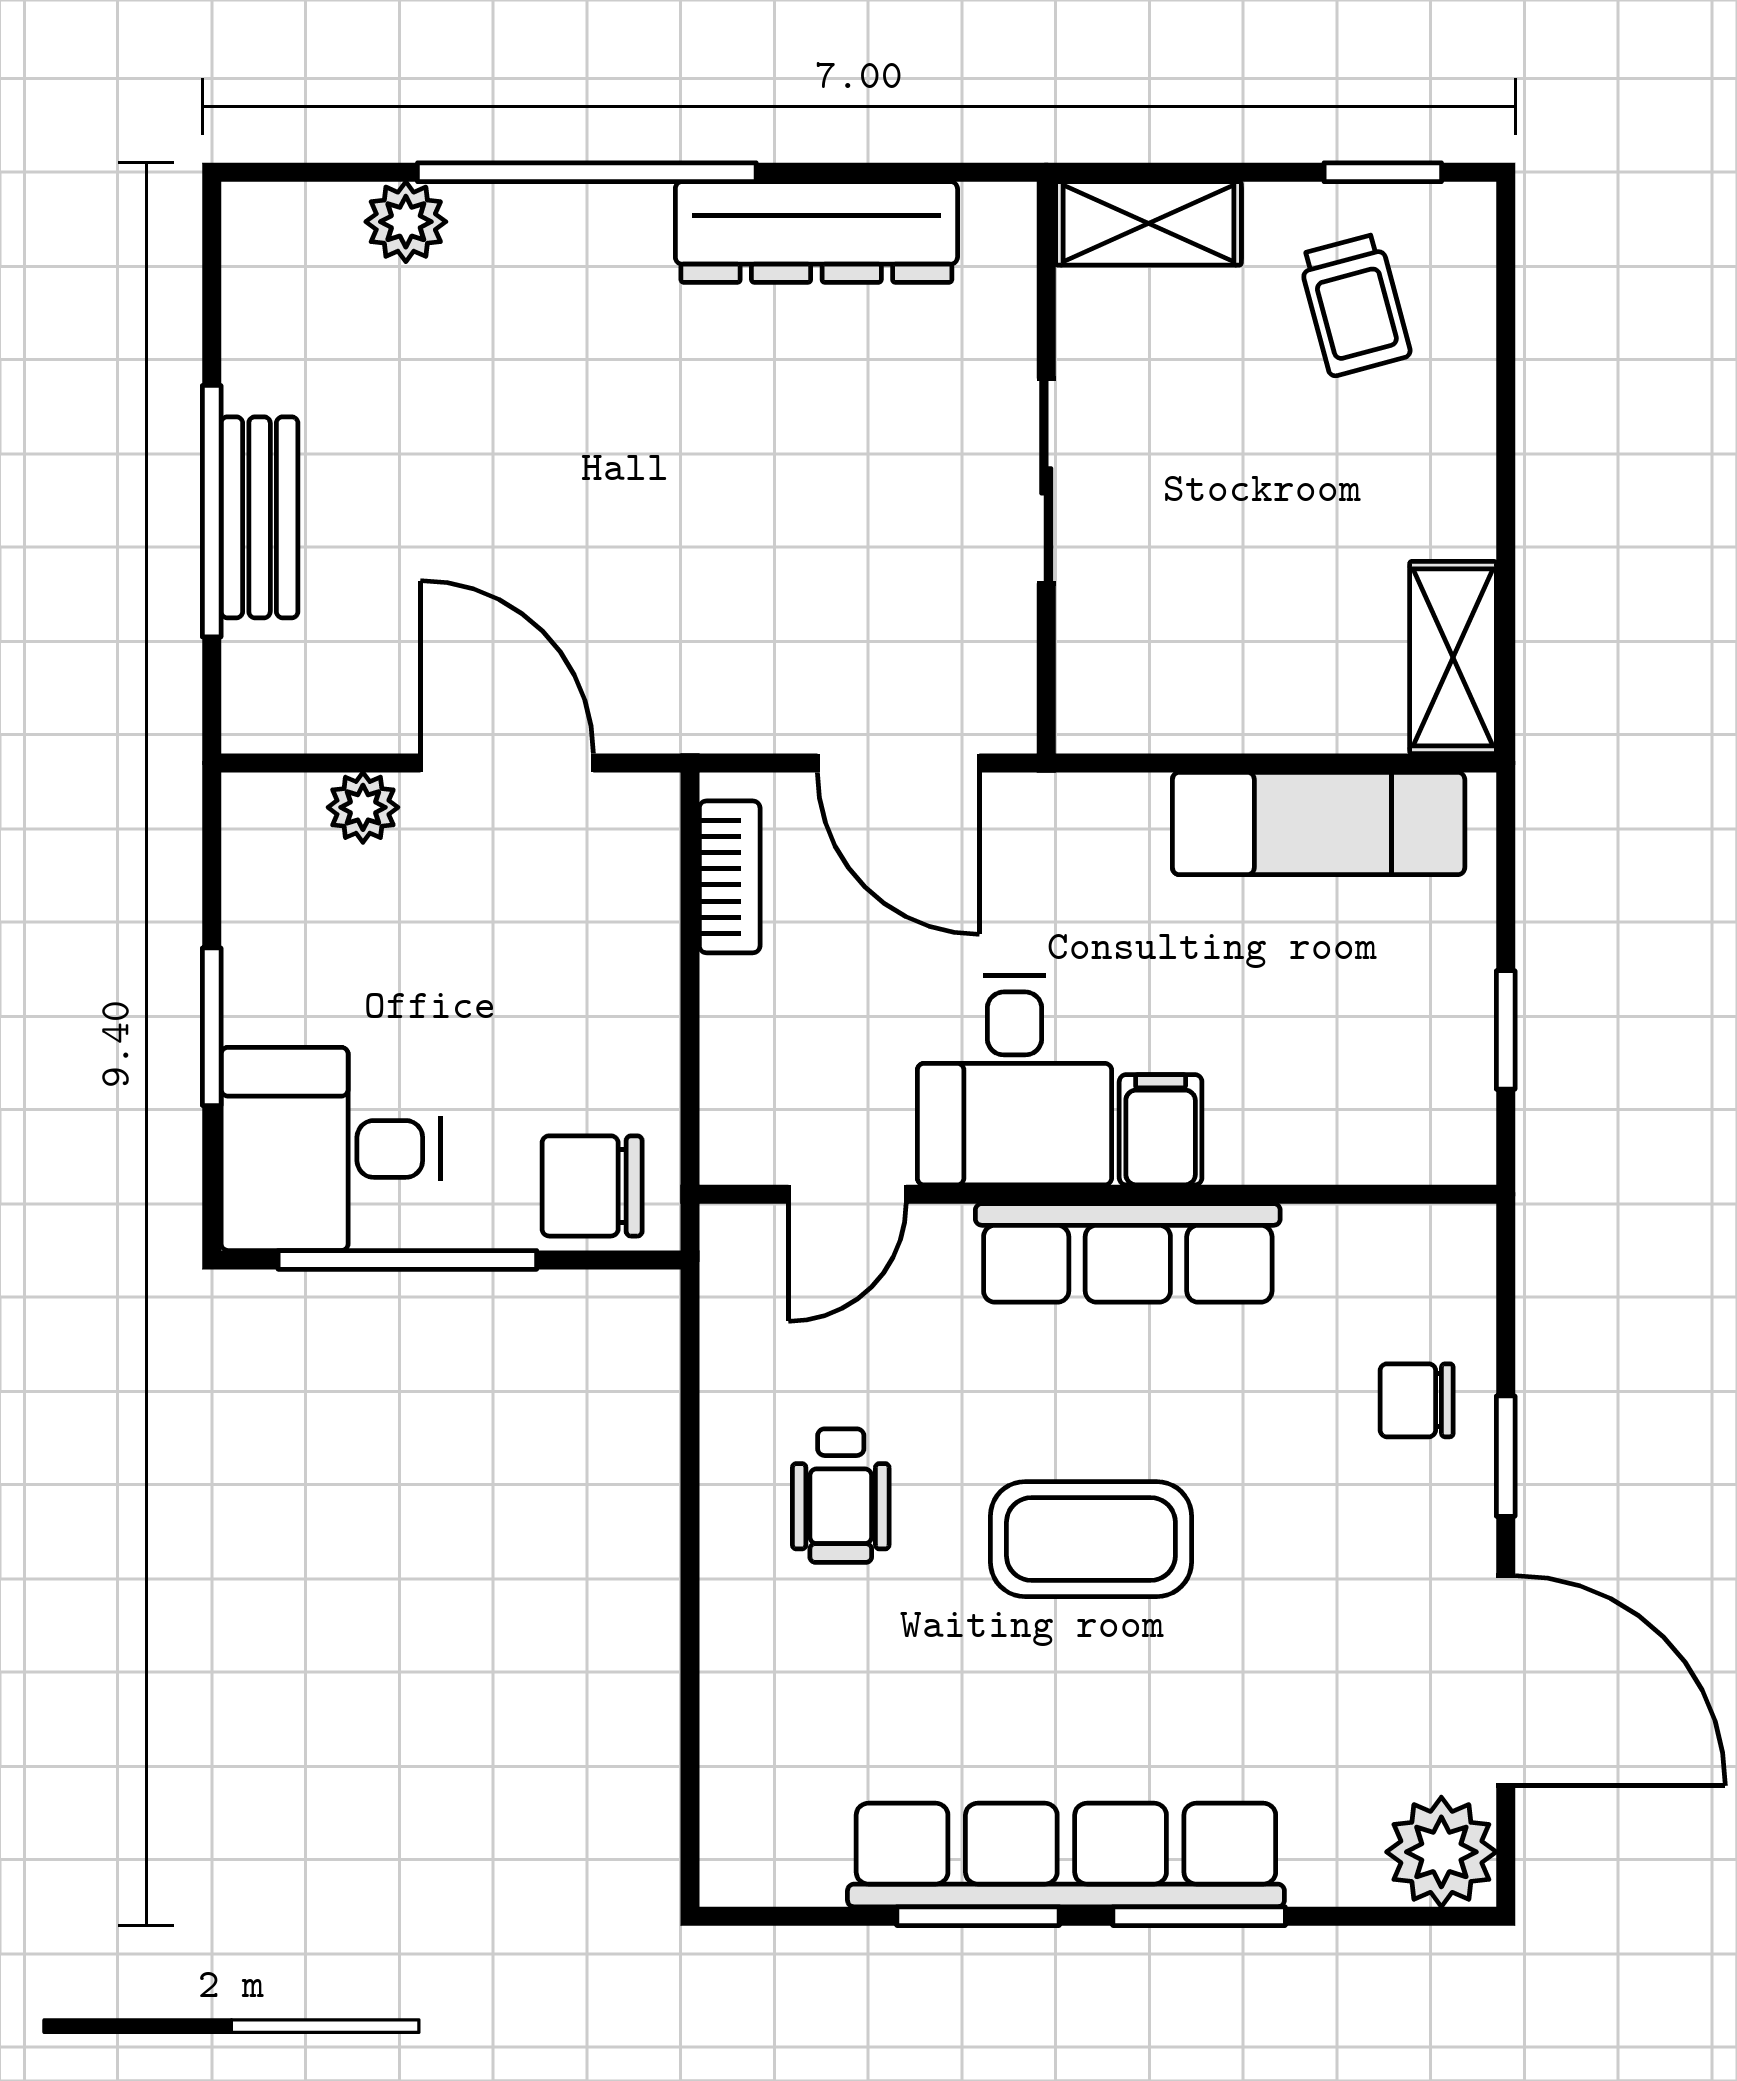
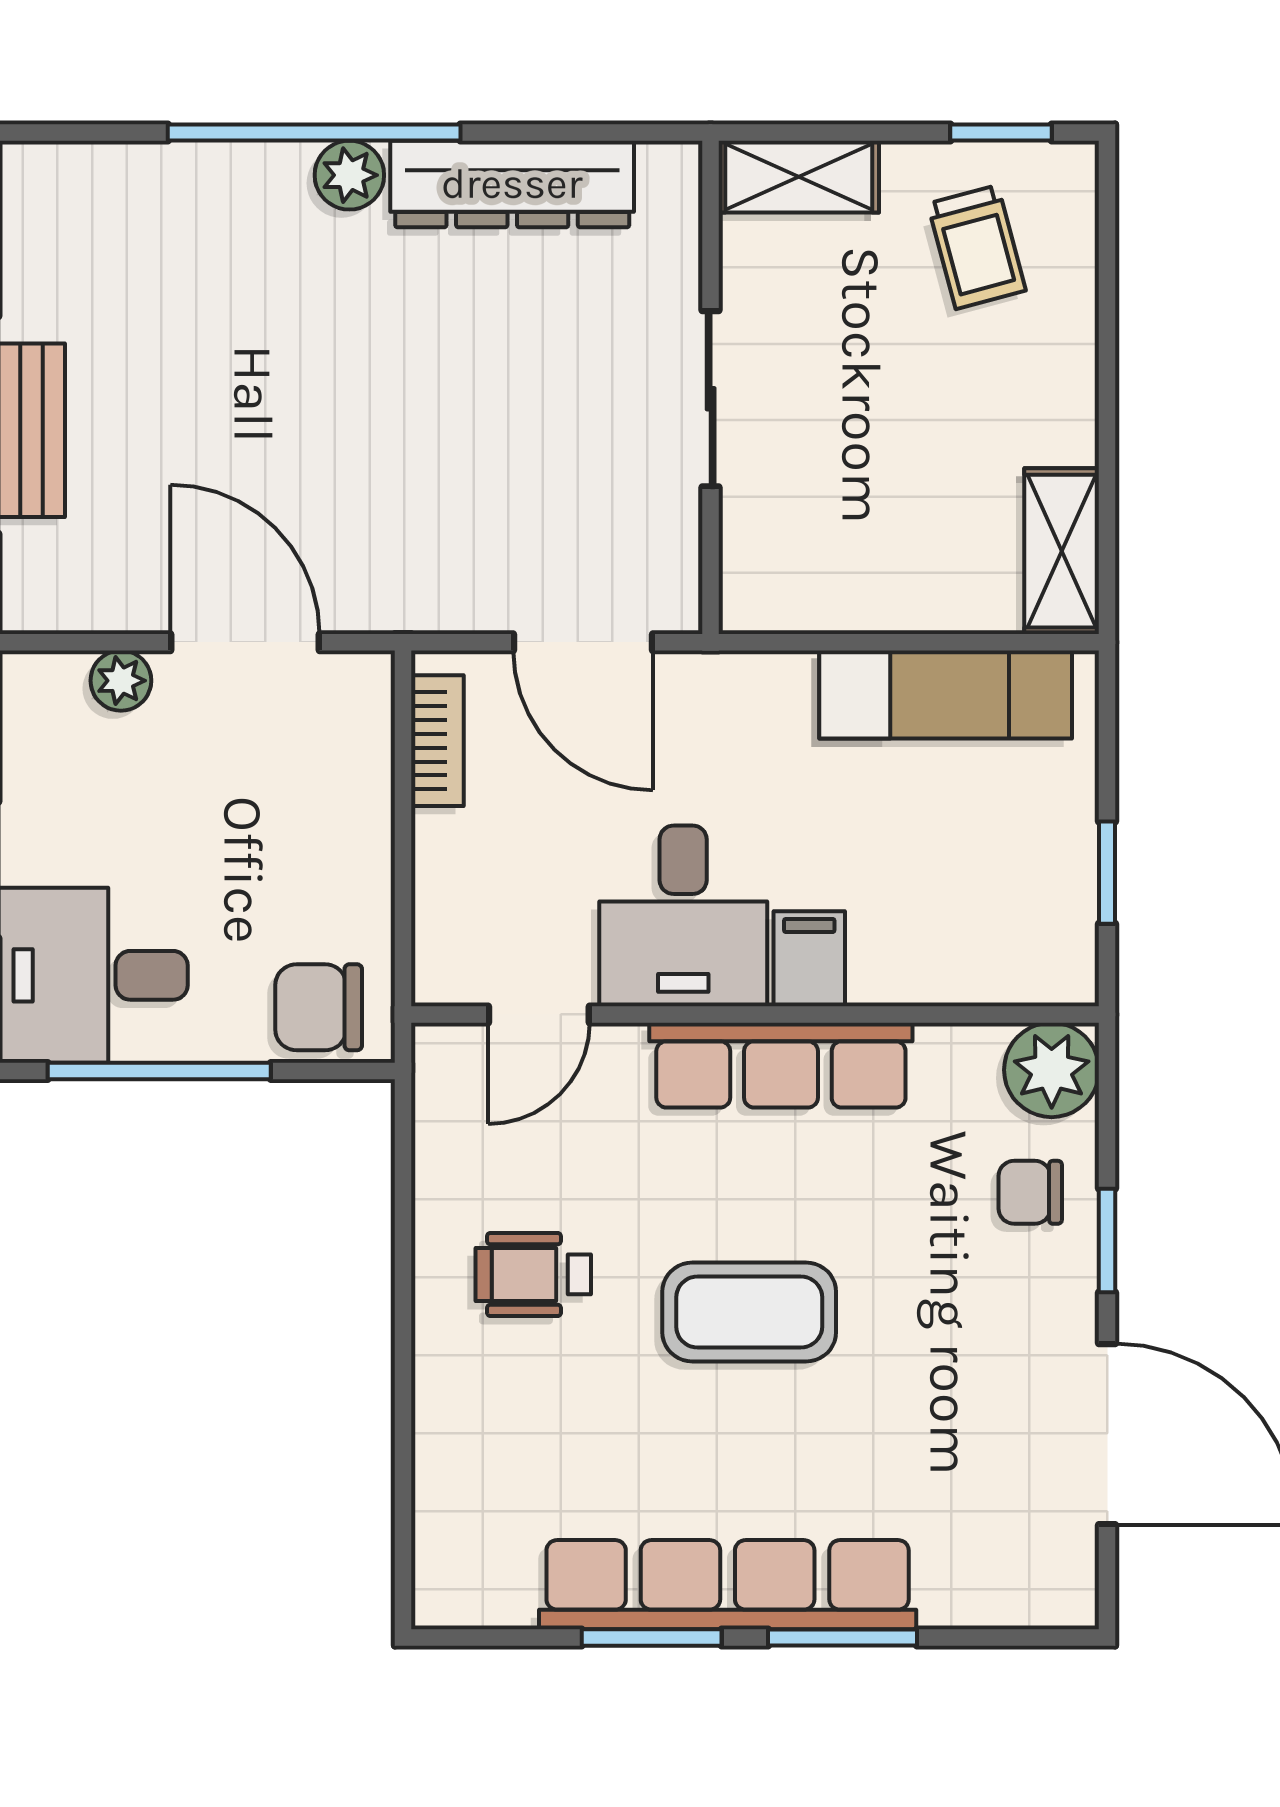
plant: (406, 222) -> (349, 175), moved
wheelchair: (841, 1496) -> (533, 1274), turned 90
plant: (1441, 1852) -> (1052, 1070), moved

